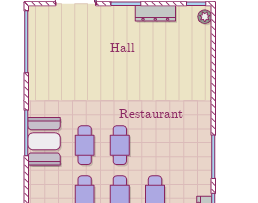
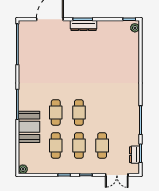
dresser: (155, 13) -> (84, 26), moved
booth: (44, 141) -> (29, 127), moved

